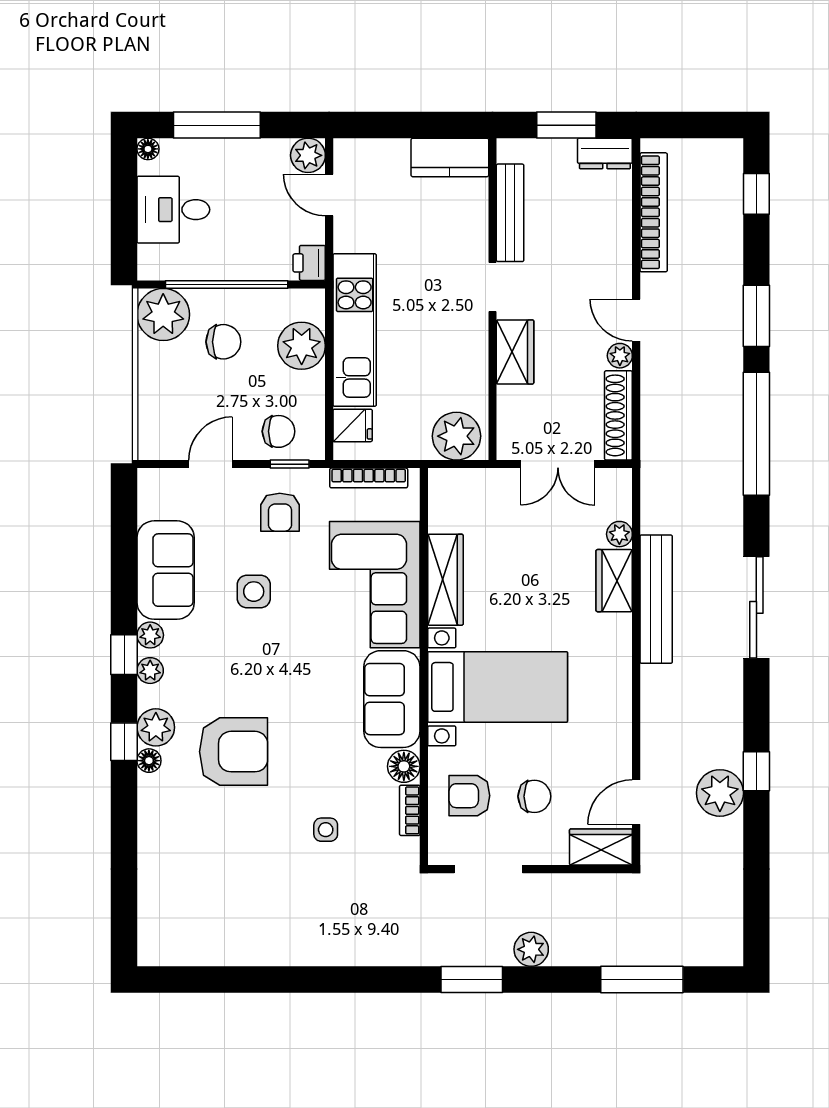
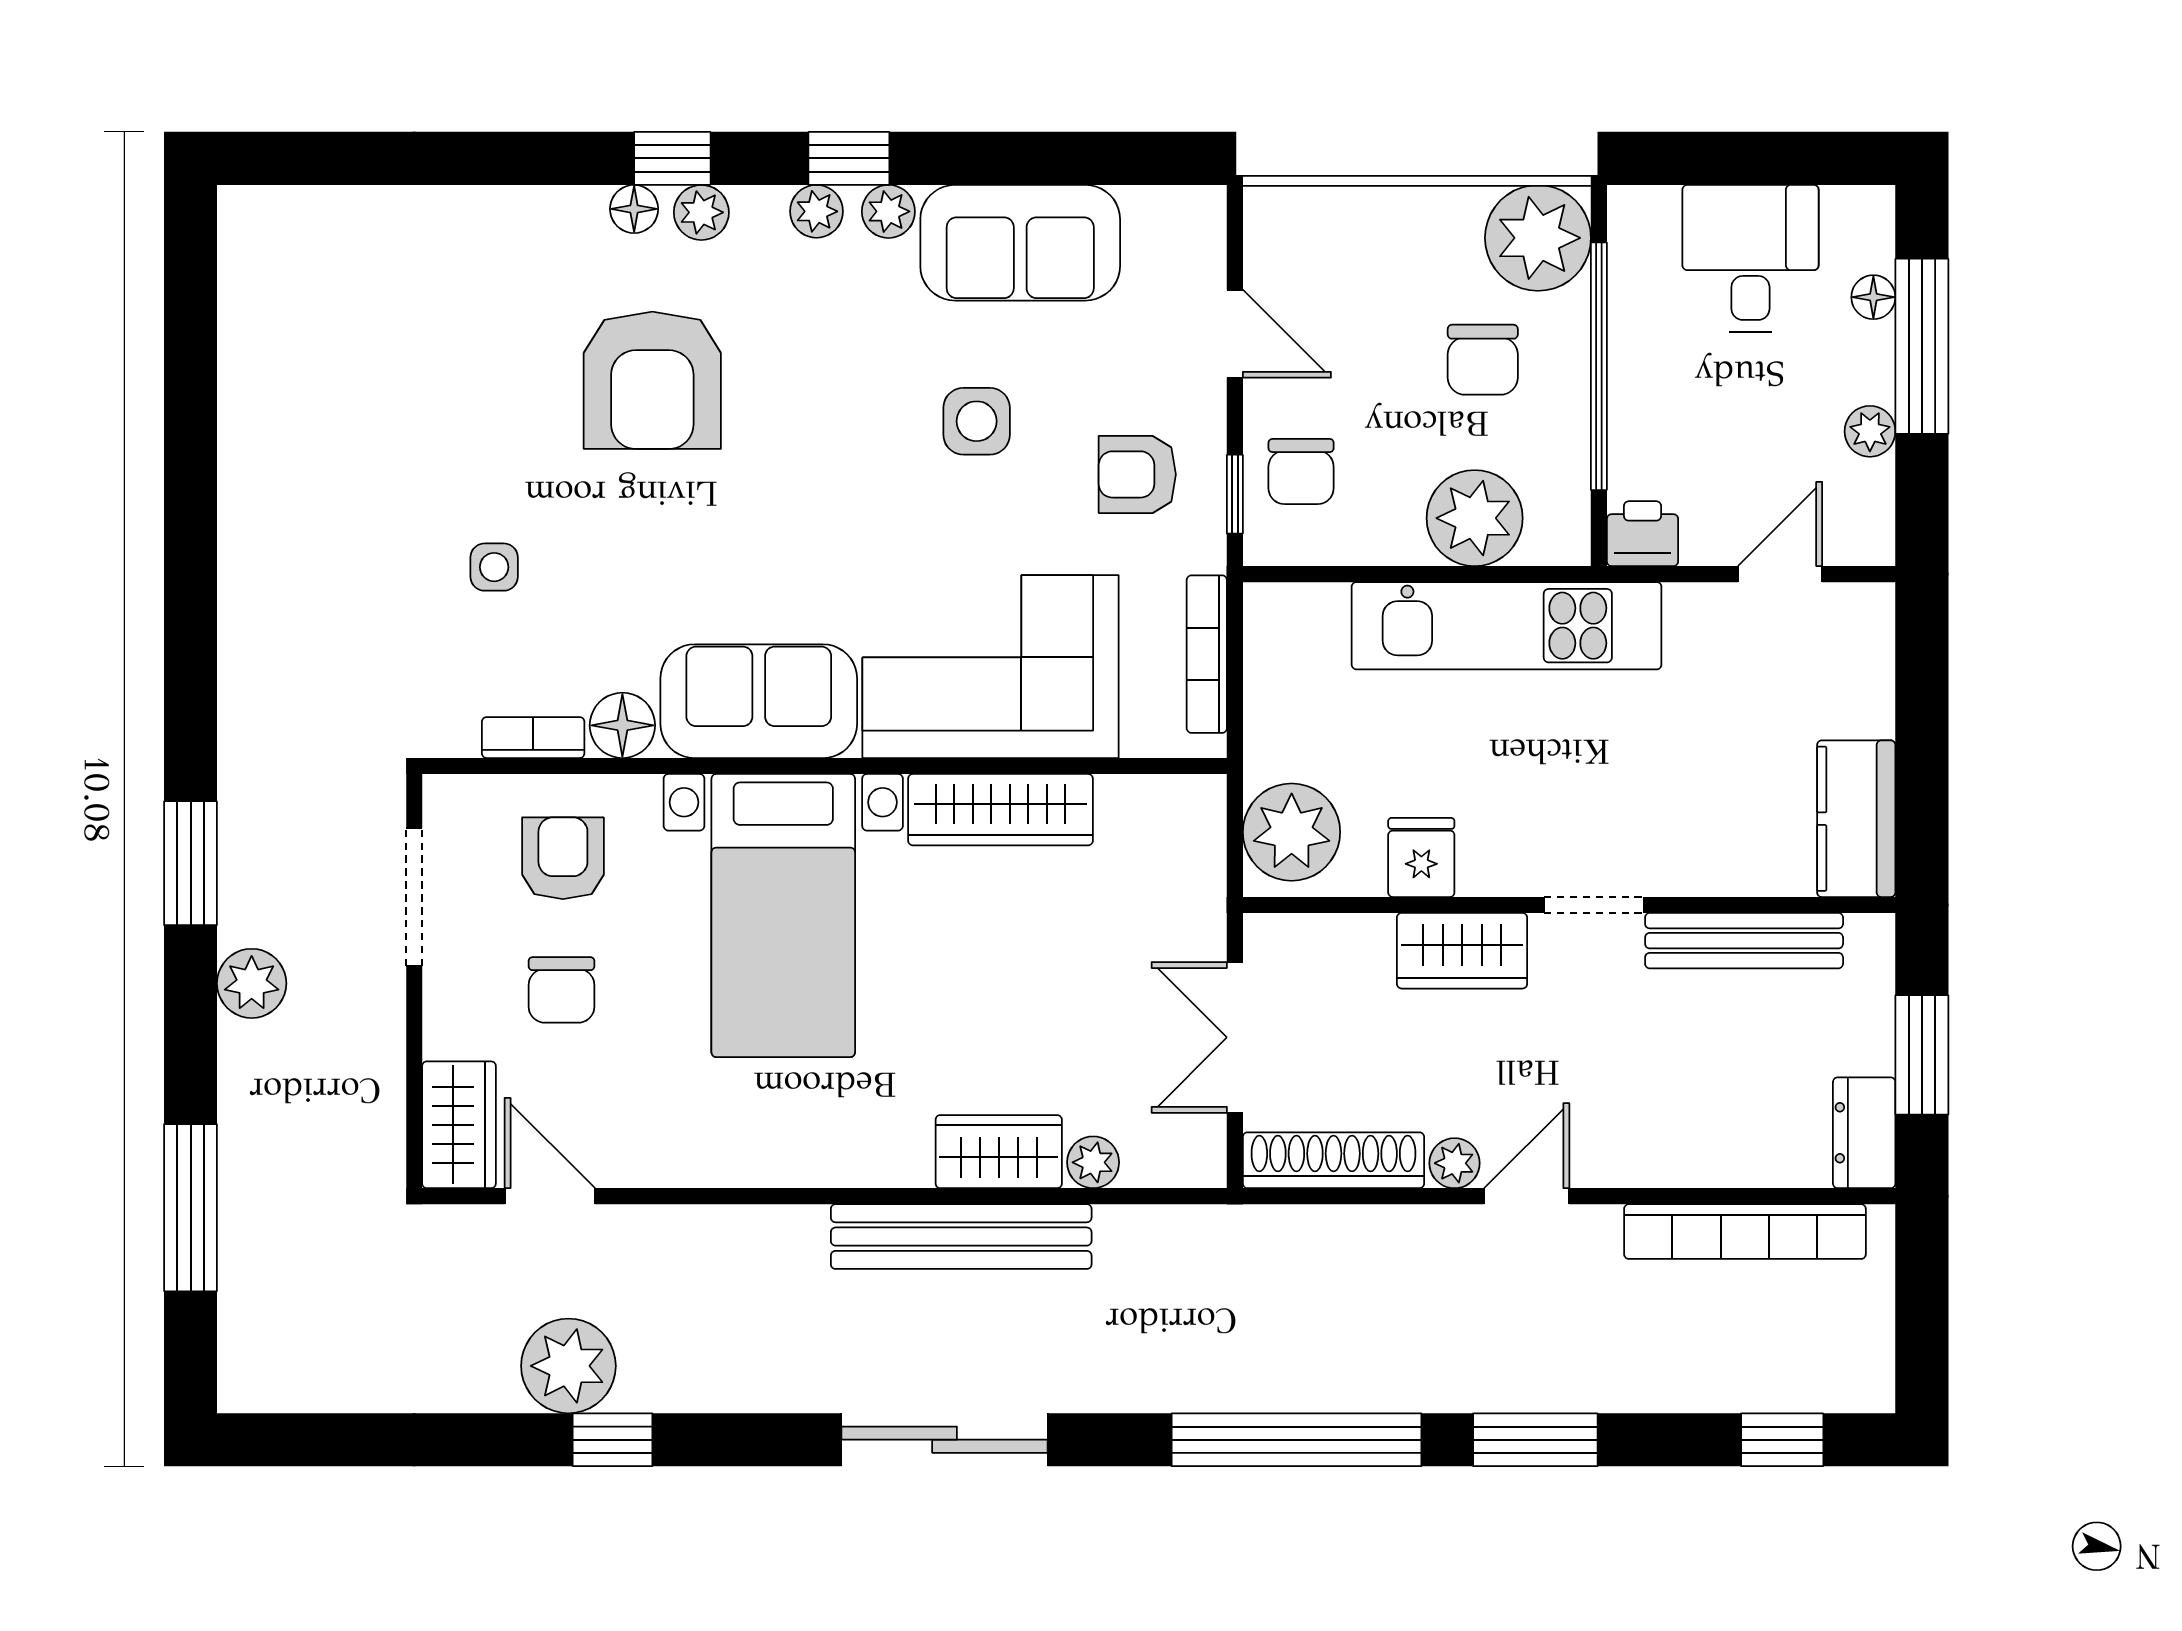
floor lamp: (148, 149) -> (1873, 297), moved
plant: (308, 155) -> (1870, 431), moved, width x0.73, depth x0.73
fridge: (353, 425) -> (1421, 857), moved, turned 180
plant: (156, 727) -> (701, 212), width x0.73, depth x0.73

